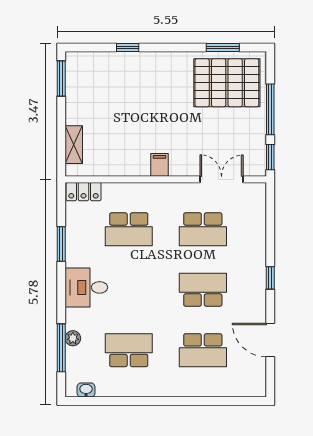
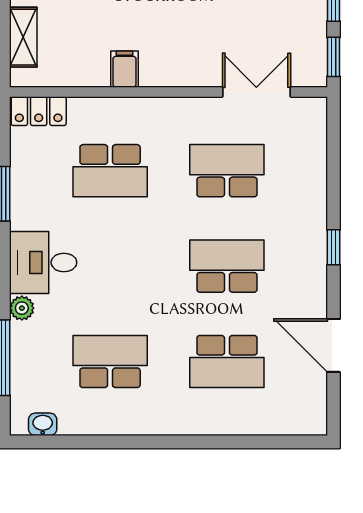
filing cabinet: (159, 165) -> (125, 69), moved
school desk: (203, 229) -> (227, 171), turned 180
plant: (73, 338) -> (22, 308), moved

